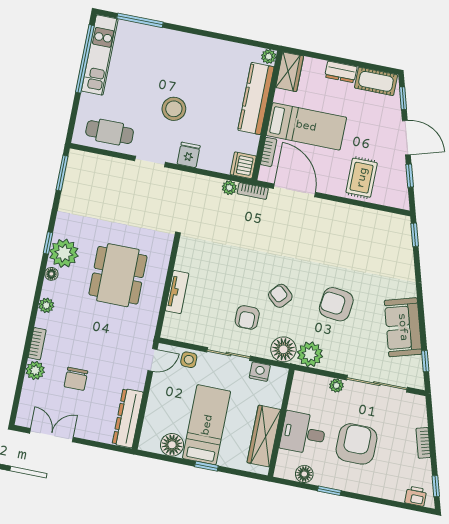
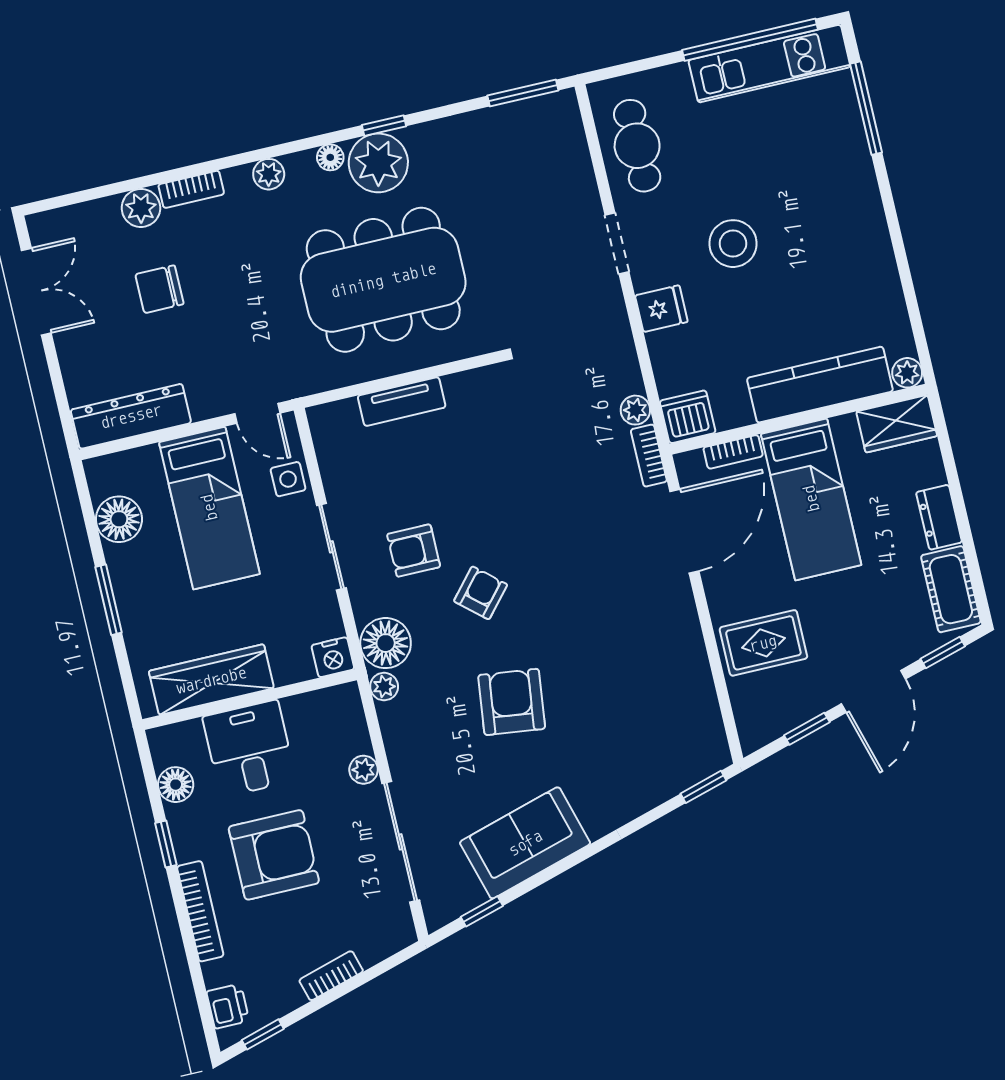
dining table: (118, 275) -> (383, 280), width x1.36, depth x1.24
plant: (310, 354) -> (384, 687), width x0.53, depth x0.53
nightstand: (260, 372) -> (333, 657), moved, turned 90
bed: (207, 425) -> (209, 508), moved, turned 90
window: (206, 466) -> (109, 600), width x1.50
bookcase: (367, 489) -> (200, 911), added

